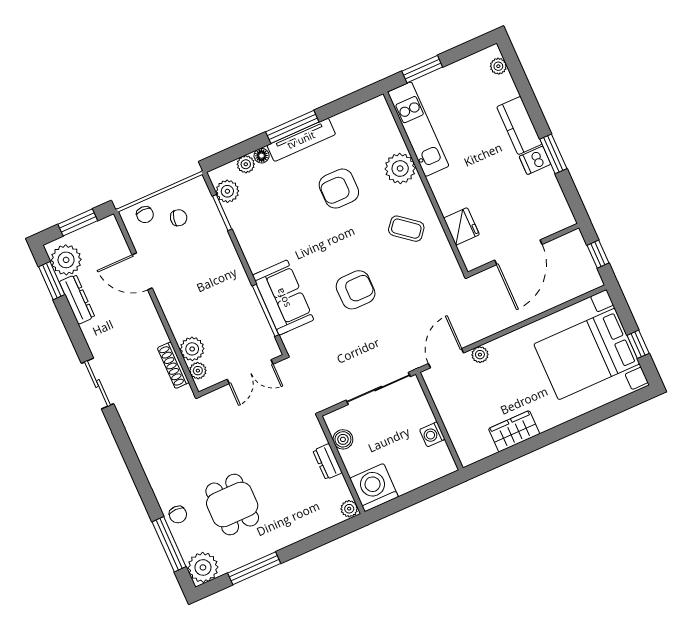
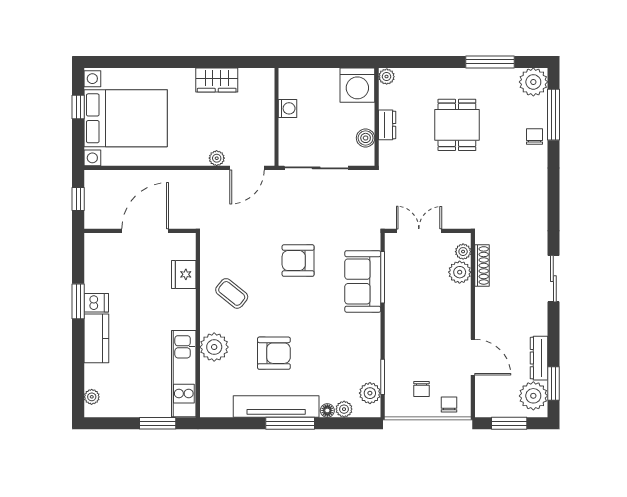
tv unit: (301, 140) -> (276, 406), width x1.36, depth x1.29
chair: (179, 218) -> (421, 389), turned -103
dining table: (232, 505) -> (457, 125), moved

